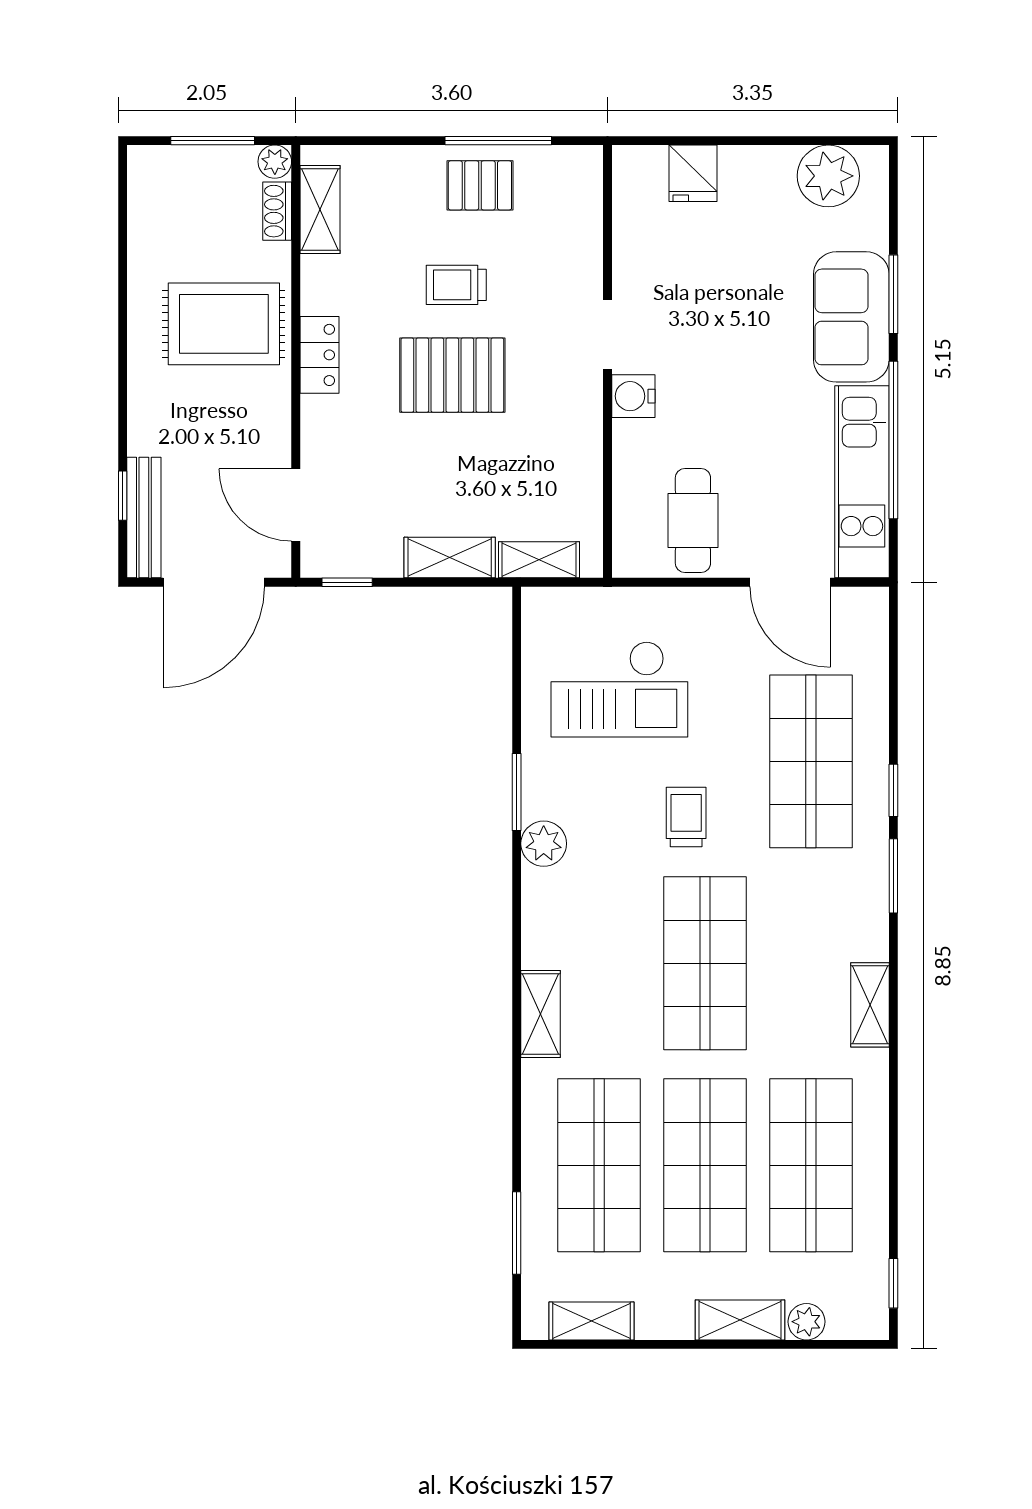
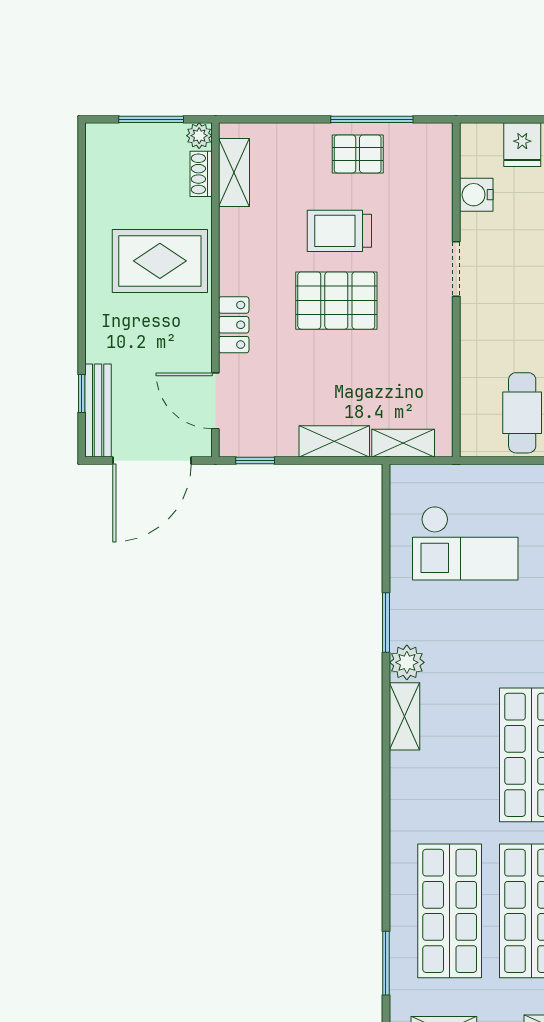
trolley: (456, 285) -> (339, 231), width x1.36, depth x1.39
locker: (320, 355) -> (234, 325), moved
water cooler: (633, 396) -> (476, 195), moved
trolley: (686, 817) -> (517, 642), removed
shelving: (541, 1014) -> (404, 716), moved

